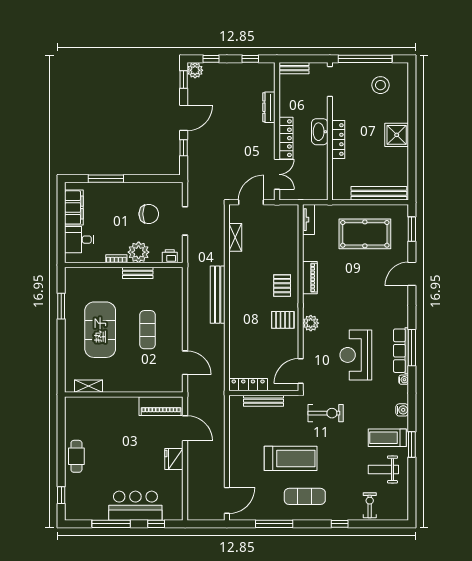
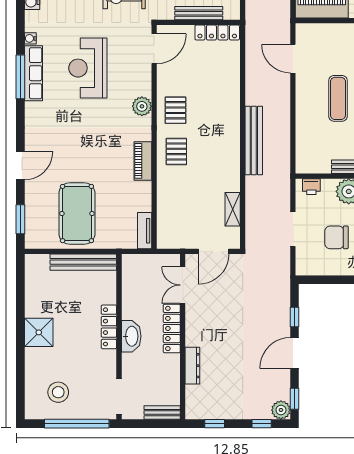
bench: (379, 193) -> (83, 262), moved
pool table: (365, 234) -> (77, 214), turned 90
pallet: (283, 320) -> (175, 110), turned 90
reception desk: (356, 355) -> (88, 68), turned 180

